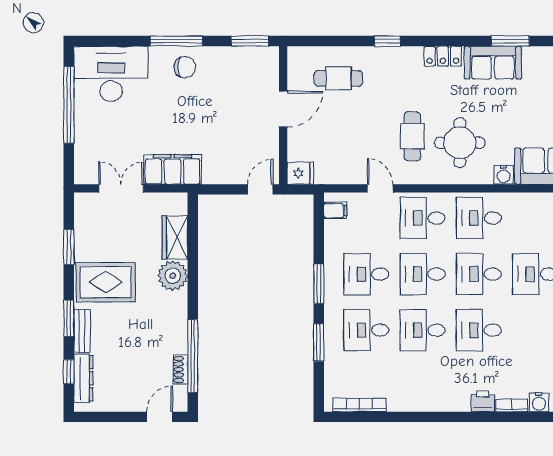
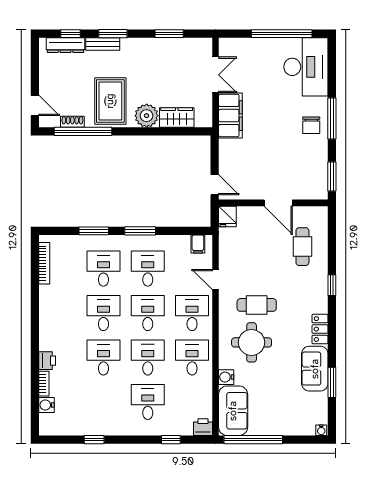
door: (380, 188) -> (215, 280), swing flipped
rug: (106, 282) -> (110, 101), moved

